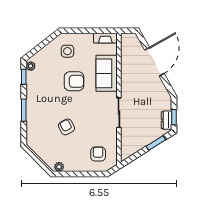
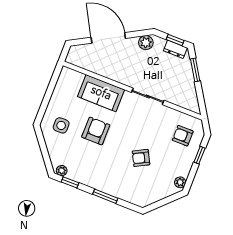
fireplace: (105, 38) -> (63, 80), removed
plant: (162, 94) -> (146, 43), added
window: (87, 174) -> (200, 155), added

